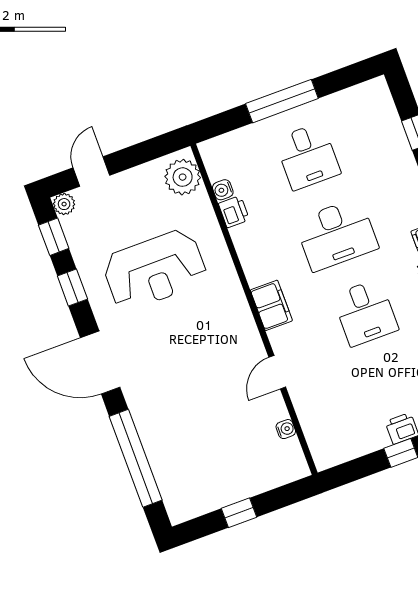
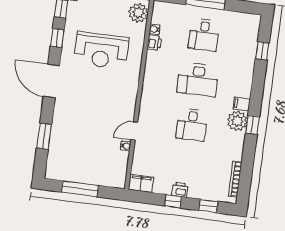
filing cabinet: (271, 305) -> (141, 183), moved, turned -90
water cooler: (286, 429) -> (126, 146), moved
window: (136, 458) -> (44, 136), width x0.47
window: (239, 513) -> (80, 189), width x2.17

